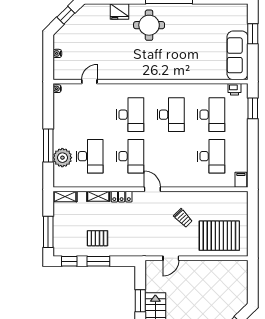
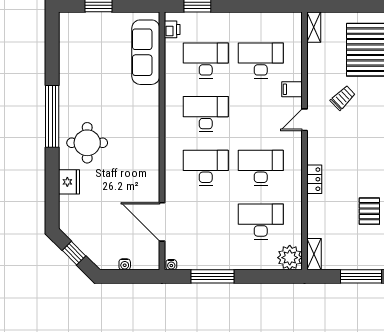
sofa: (237, 55) -> (146, 52), moved, turned 90
door: (89, 82) -> (162, 222), width x1.87
window: (48, 145) -> (212, 276), moved
plant: (62, 158) -> (290, 258), moved
filing cabinet: (241, 180) -> (292, 89), moved
door: (152, 189) -> (305, 120), moved
shelving: (98, 196) -> (314, 27), moved

